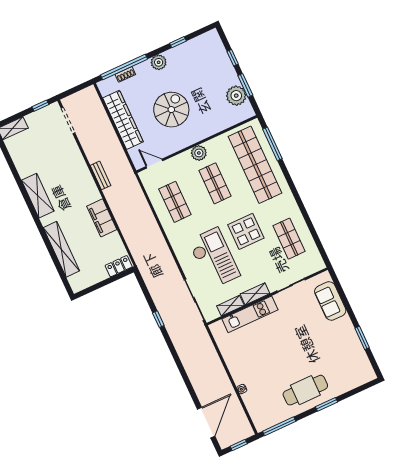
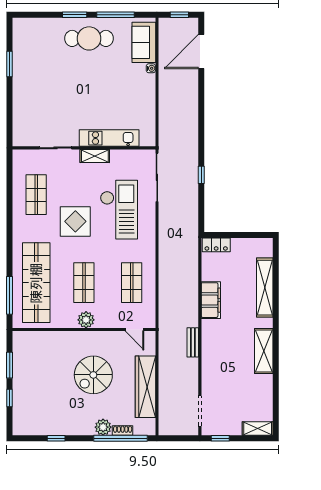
plant: (159, 62) -> (103, 427), moved
plant: (236, 96) -> (23, 359), removed
checkout: (214, 258) -> (119, 210), turned 180
sofa: (330, 301) -> (144, 42), moved, turned 180
shelving: (230, 306) -> (124, 155), removed
window: (279, 426) -> (116, 15), moved

